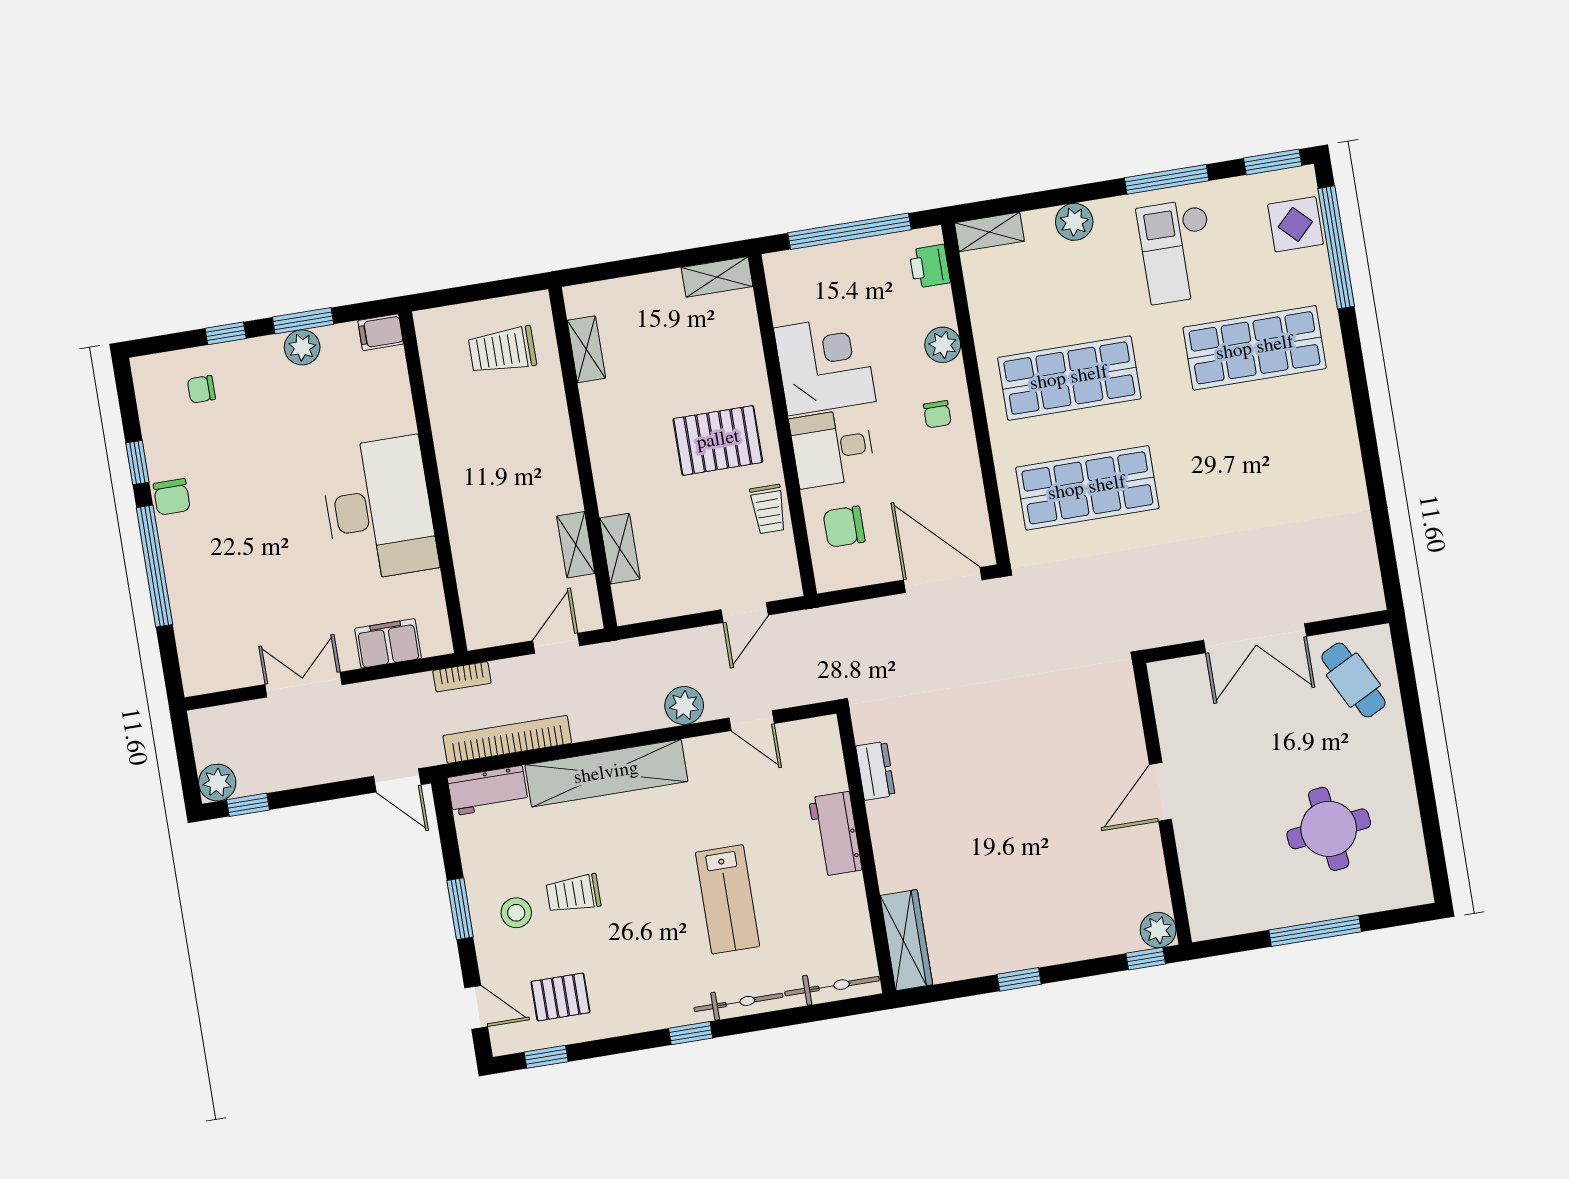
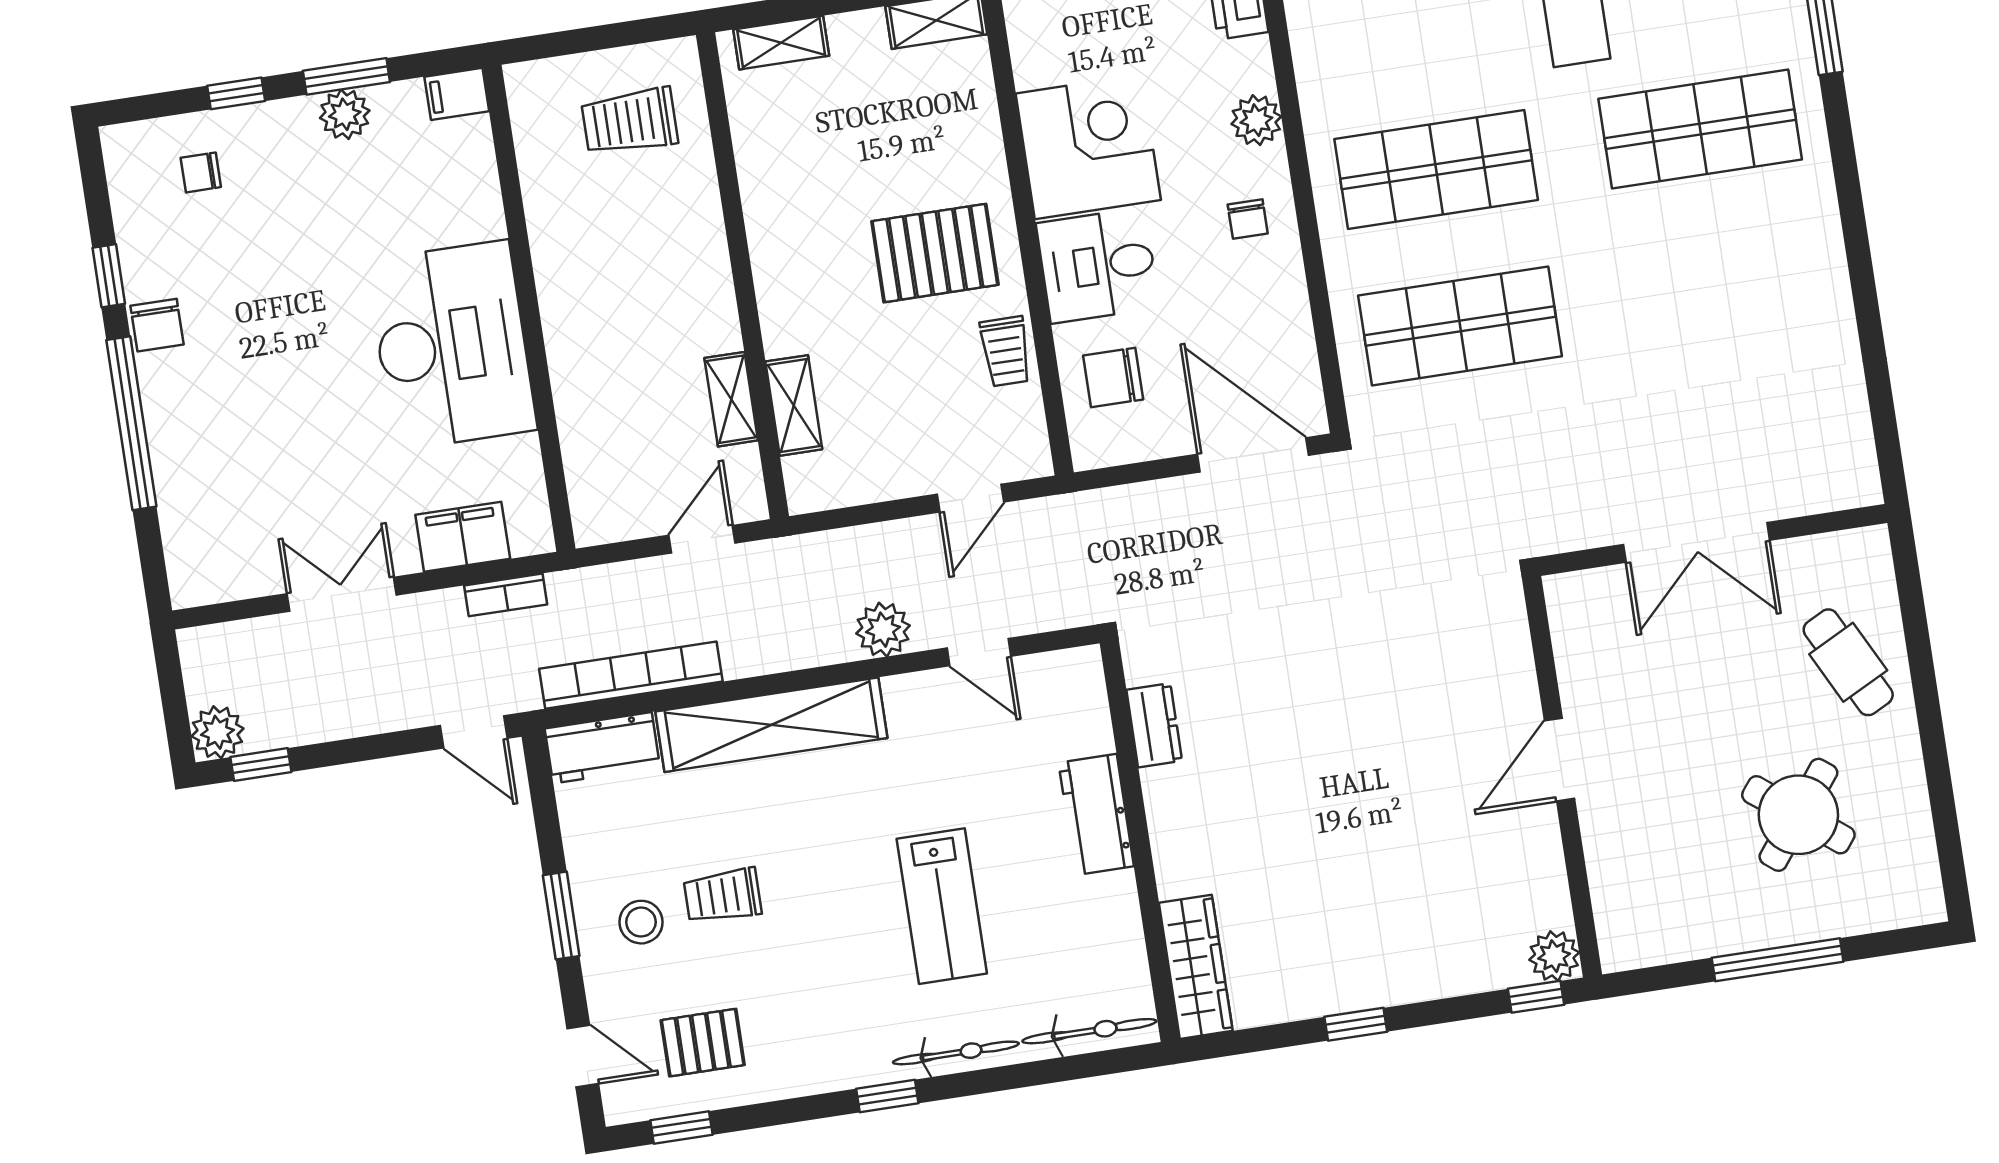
shelving: (586, 349) -> (781, 43), moved, turned 90
bookcase: (462, 677) -> (506, 595), moved
cafe table: (1353, 680) -> (1848, 662), moved
round table: (1329, 829) -> (1798, 815), turned 45

